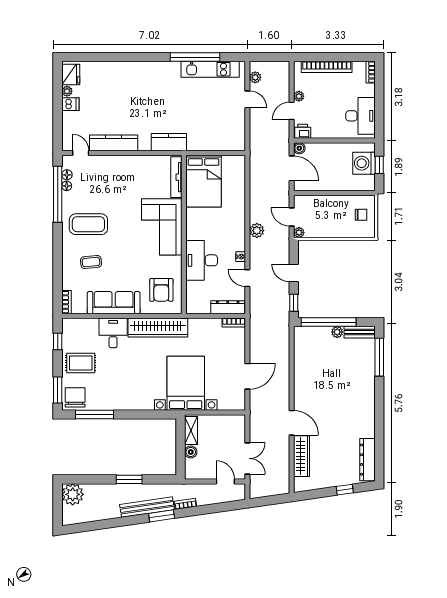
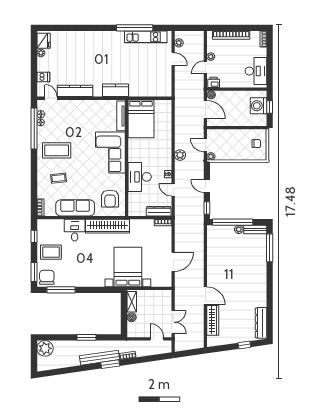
dishwasher: (70, 104) -> (43, 77), moved

